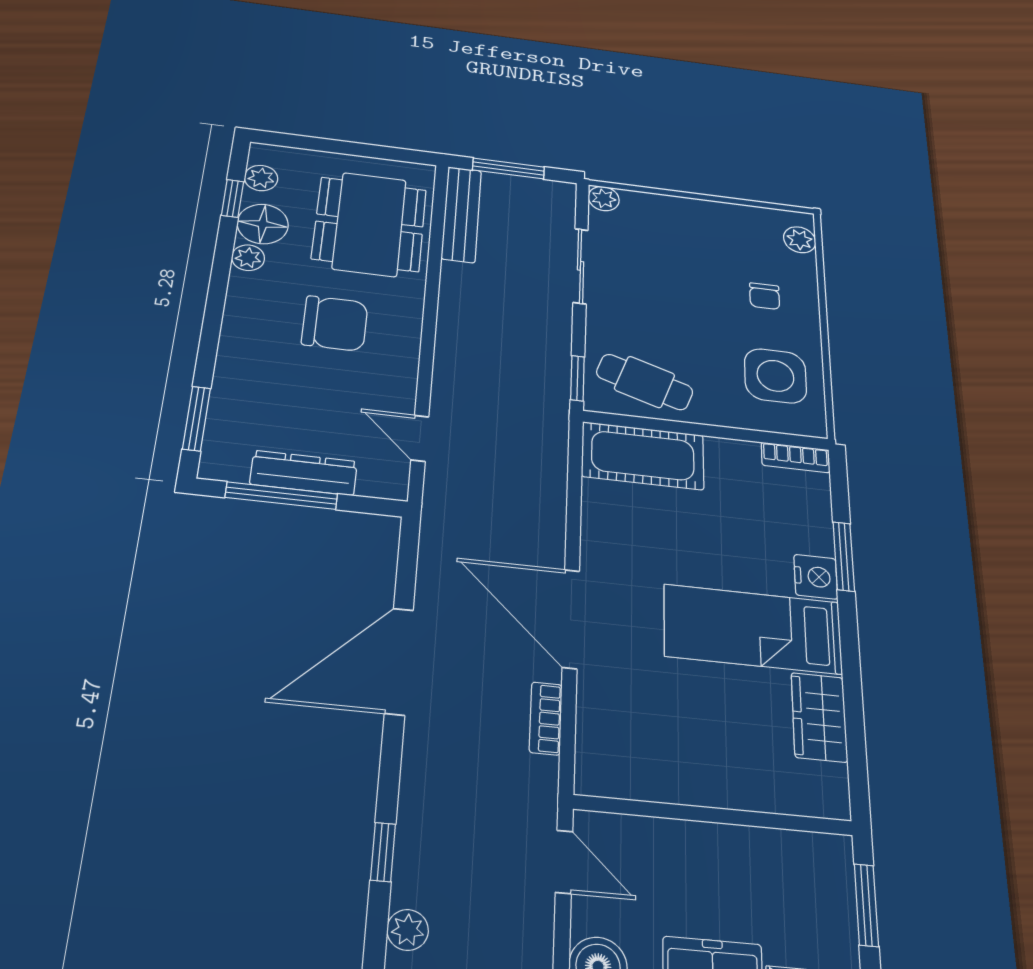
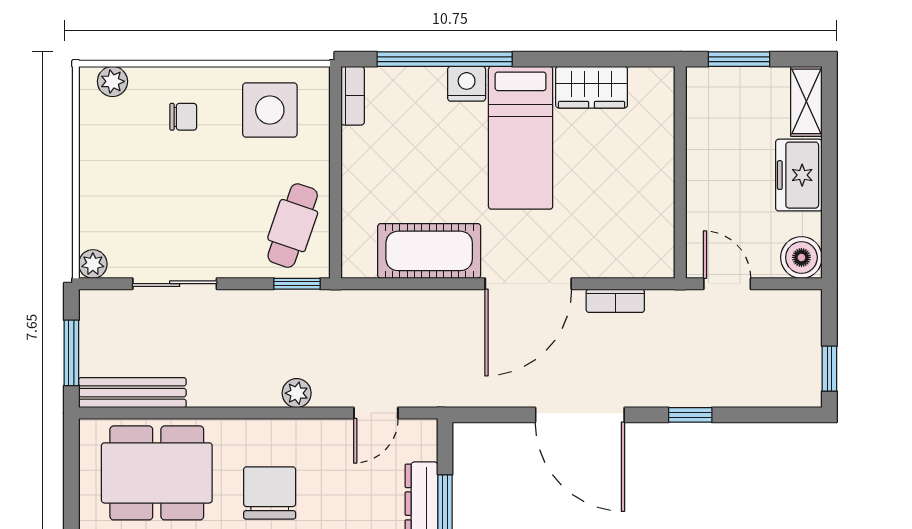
cot: (643, 456) -> (429, 251), moved, turned 90
window: (844, 556) -> (445, 59), width x2.11
window: (383, 852) -> (690, 415), moved
door: (564, 862) -> (727, 284), hinge flipped
plant: (408, 930) -> (297, 393), moved

